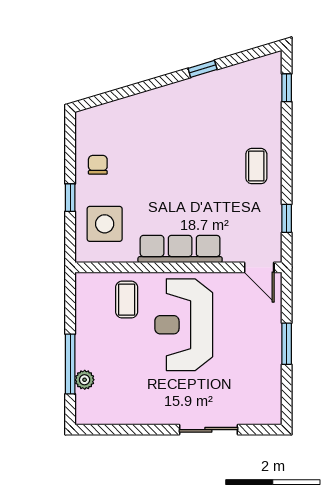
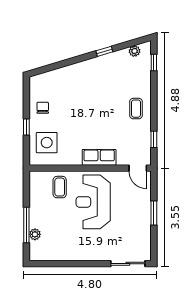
plant: (254, 68) -> (135, 51), added
row of seats: (180, 249) -> (99, 157), width x0.68
sliding door: (208, 430) -> (128, 264), moved

